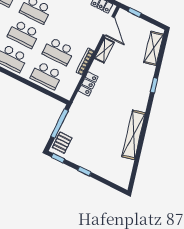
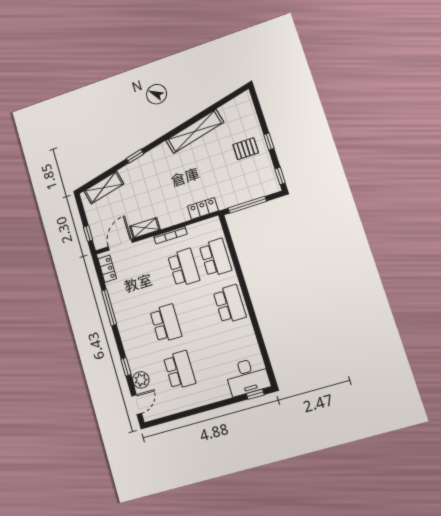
school desk: (24, 34) -> (197, 314), removed
locker: (88, 84) -> (203, 209), moved
pallet: (62, 143) -> (246, 149), moved

